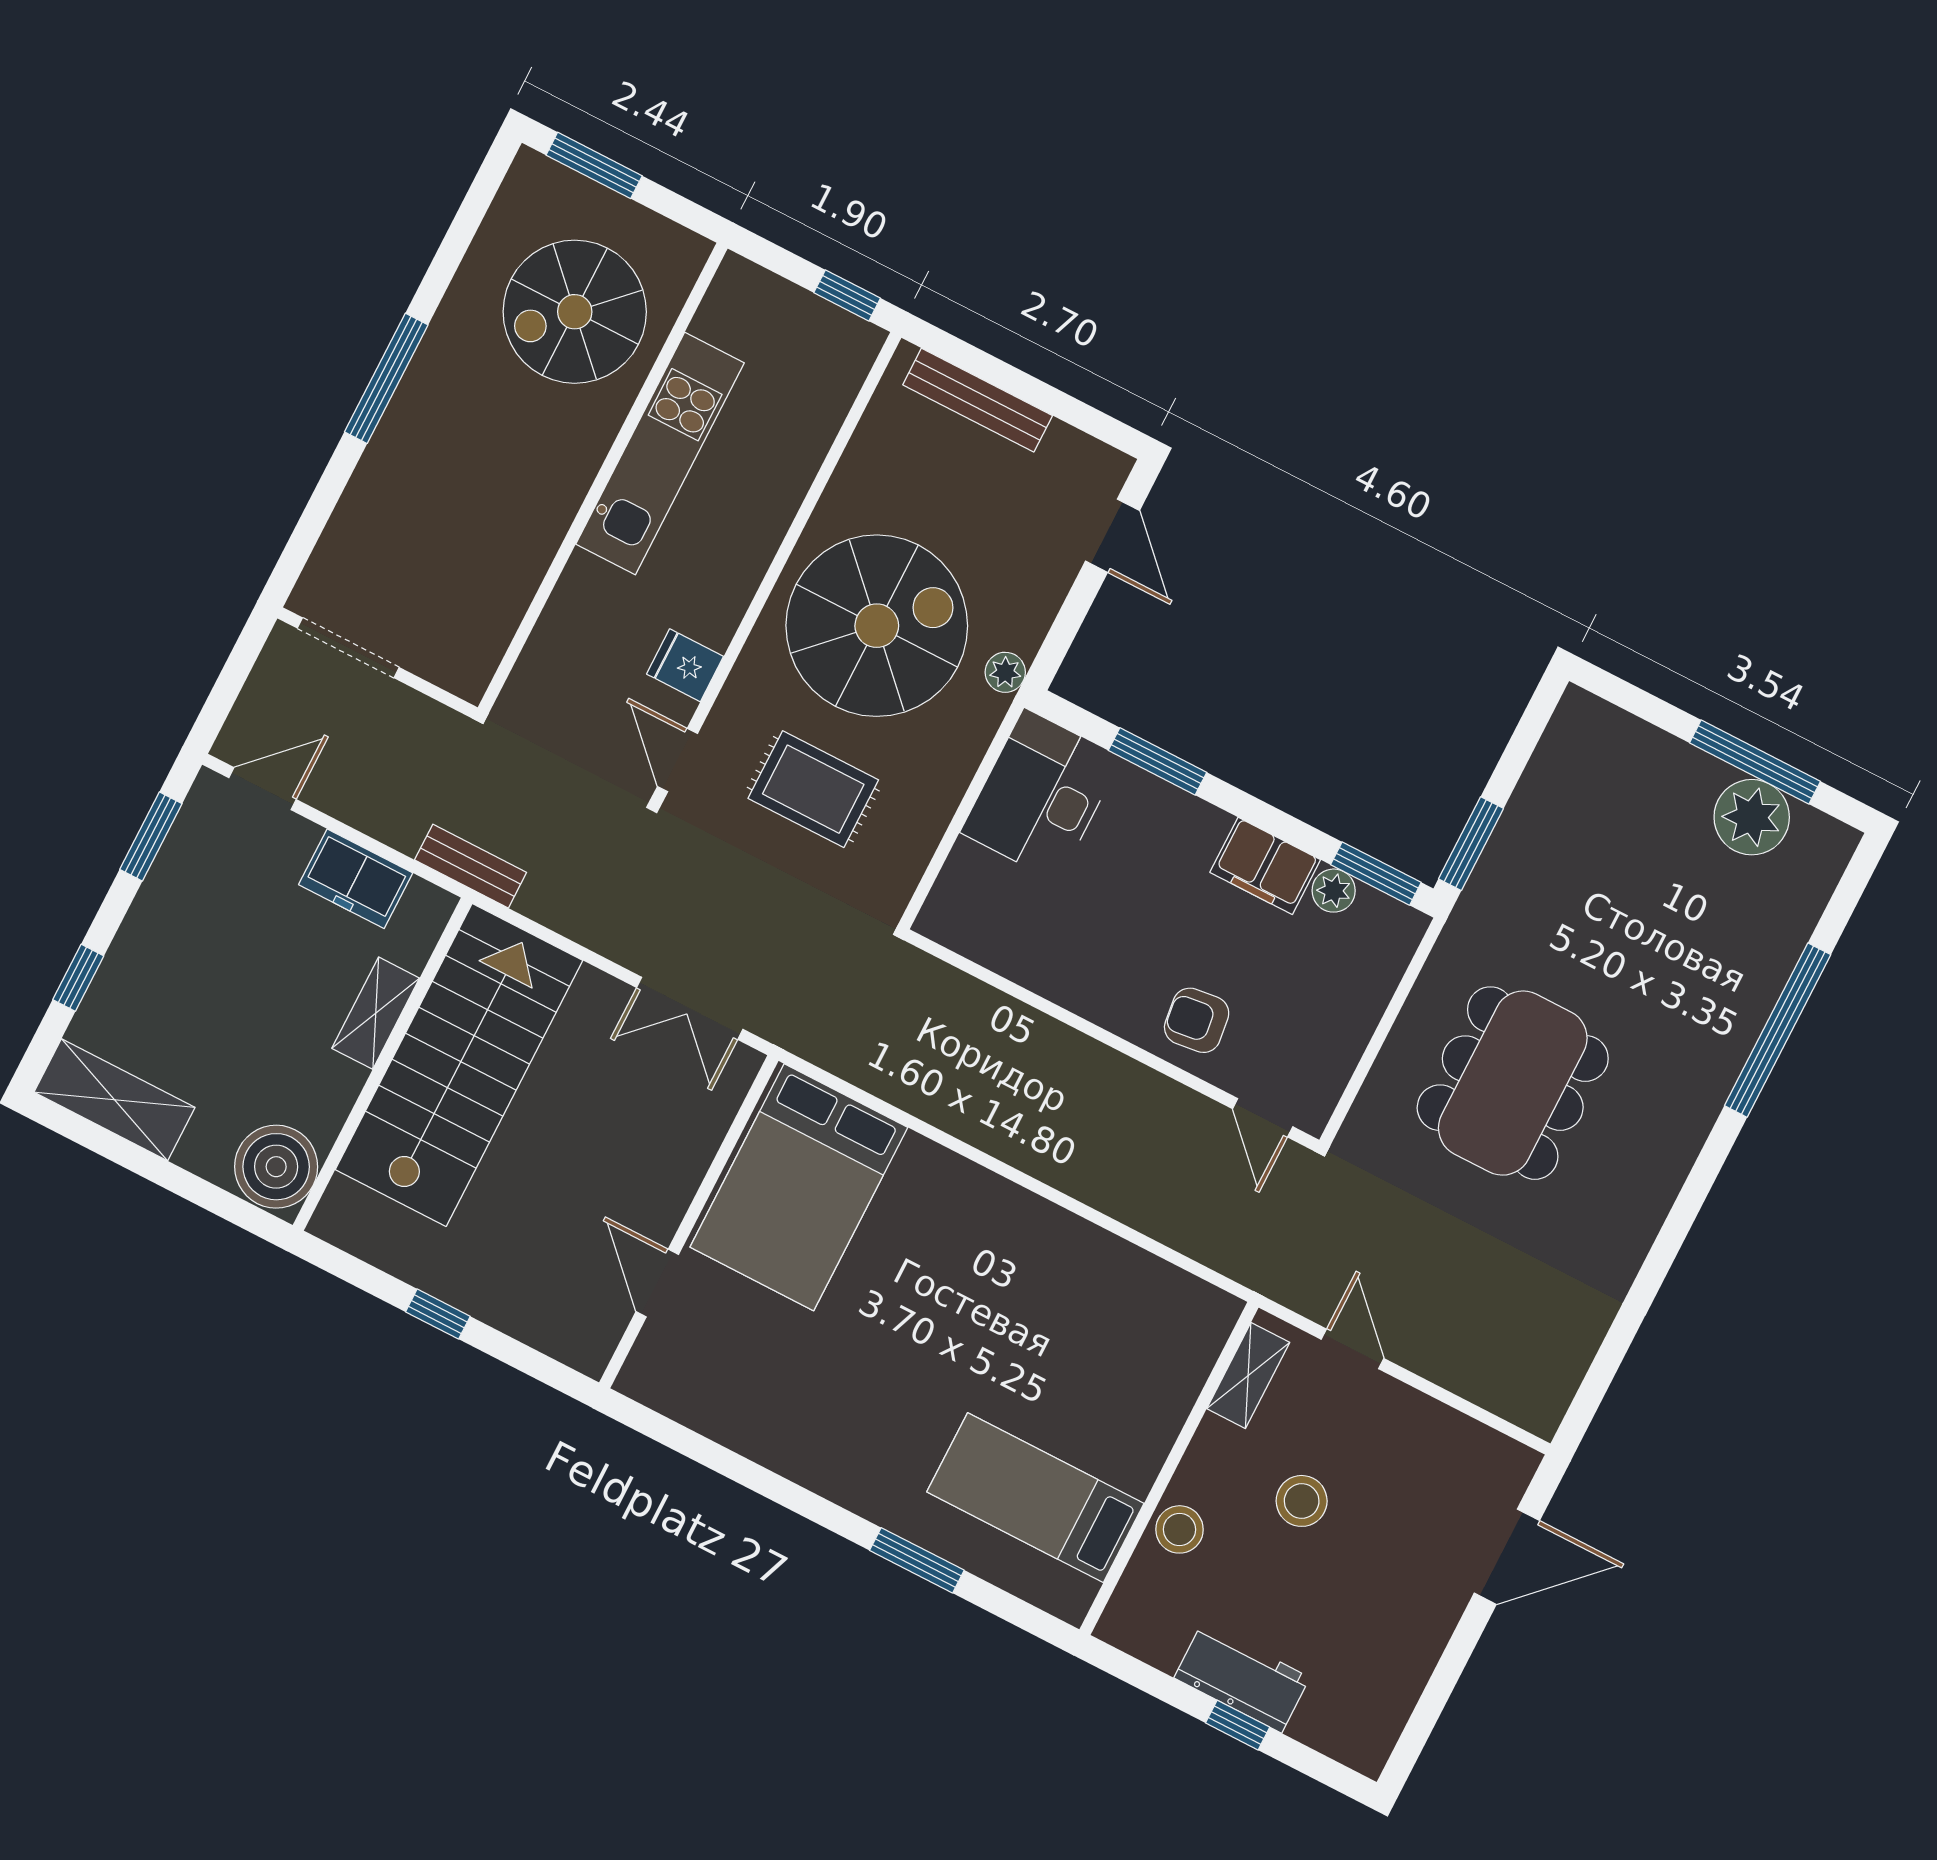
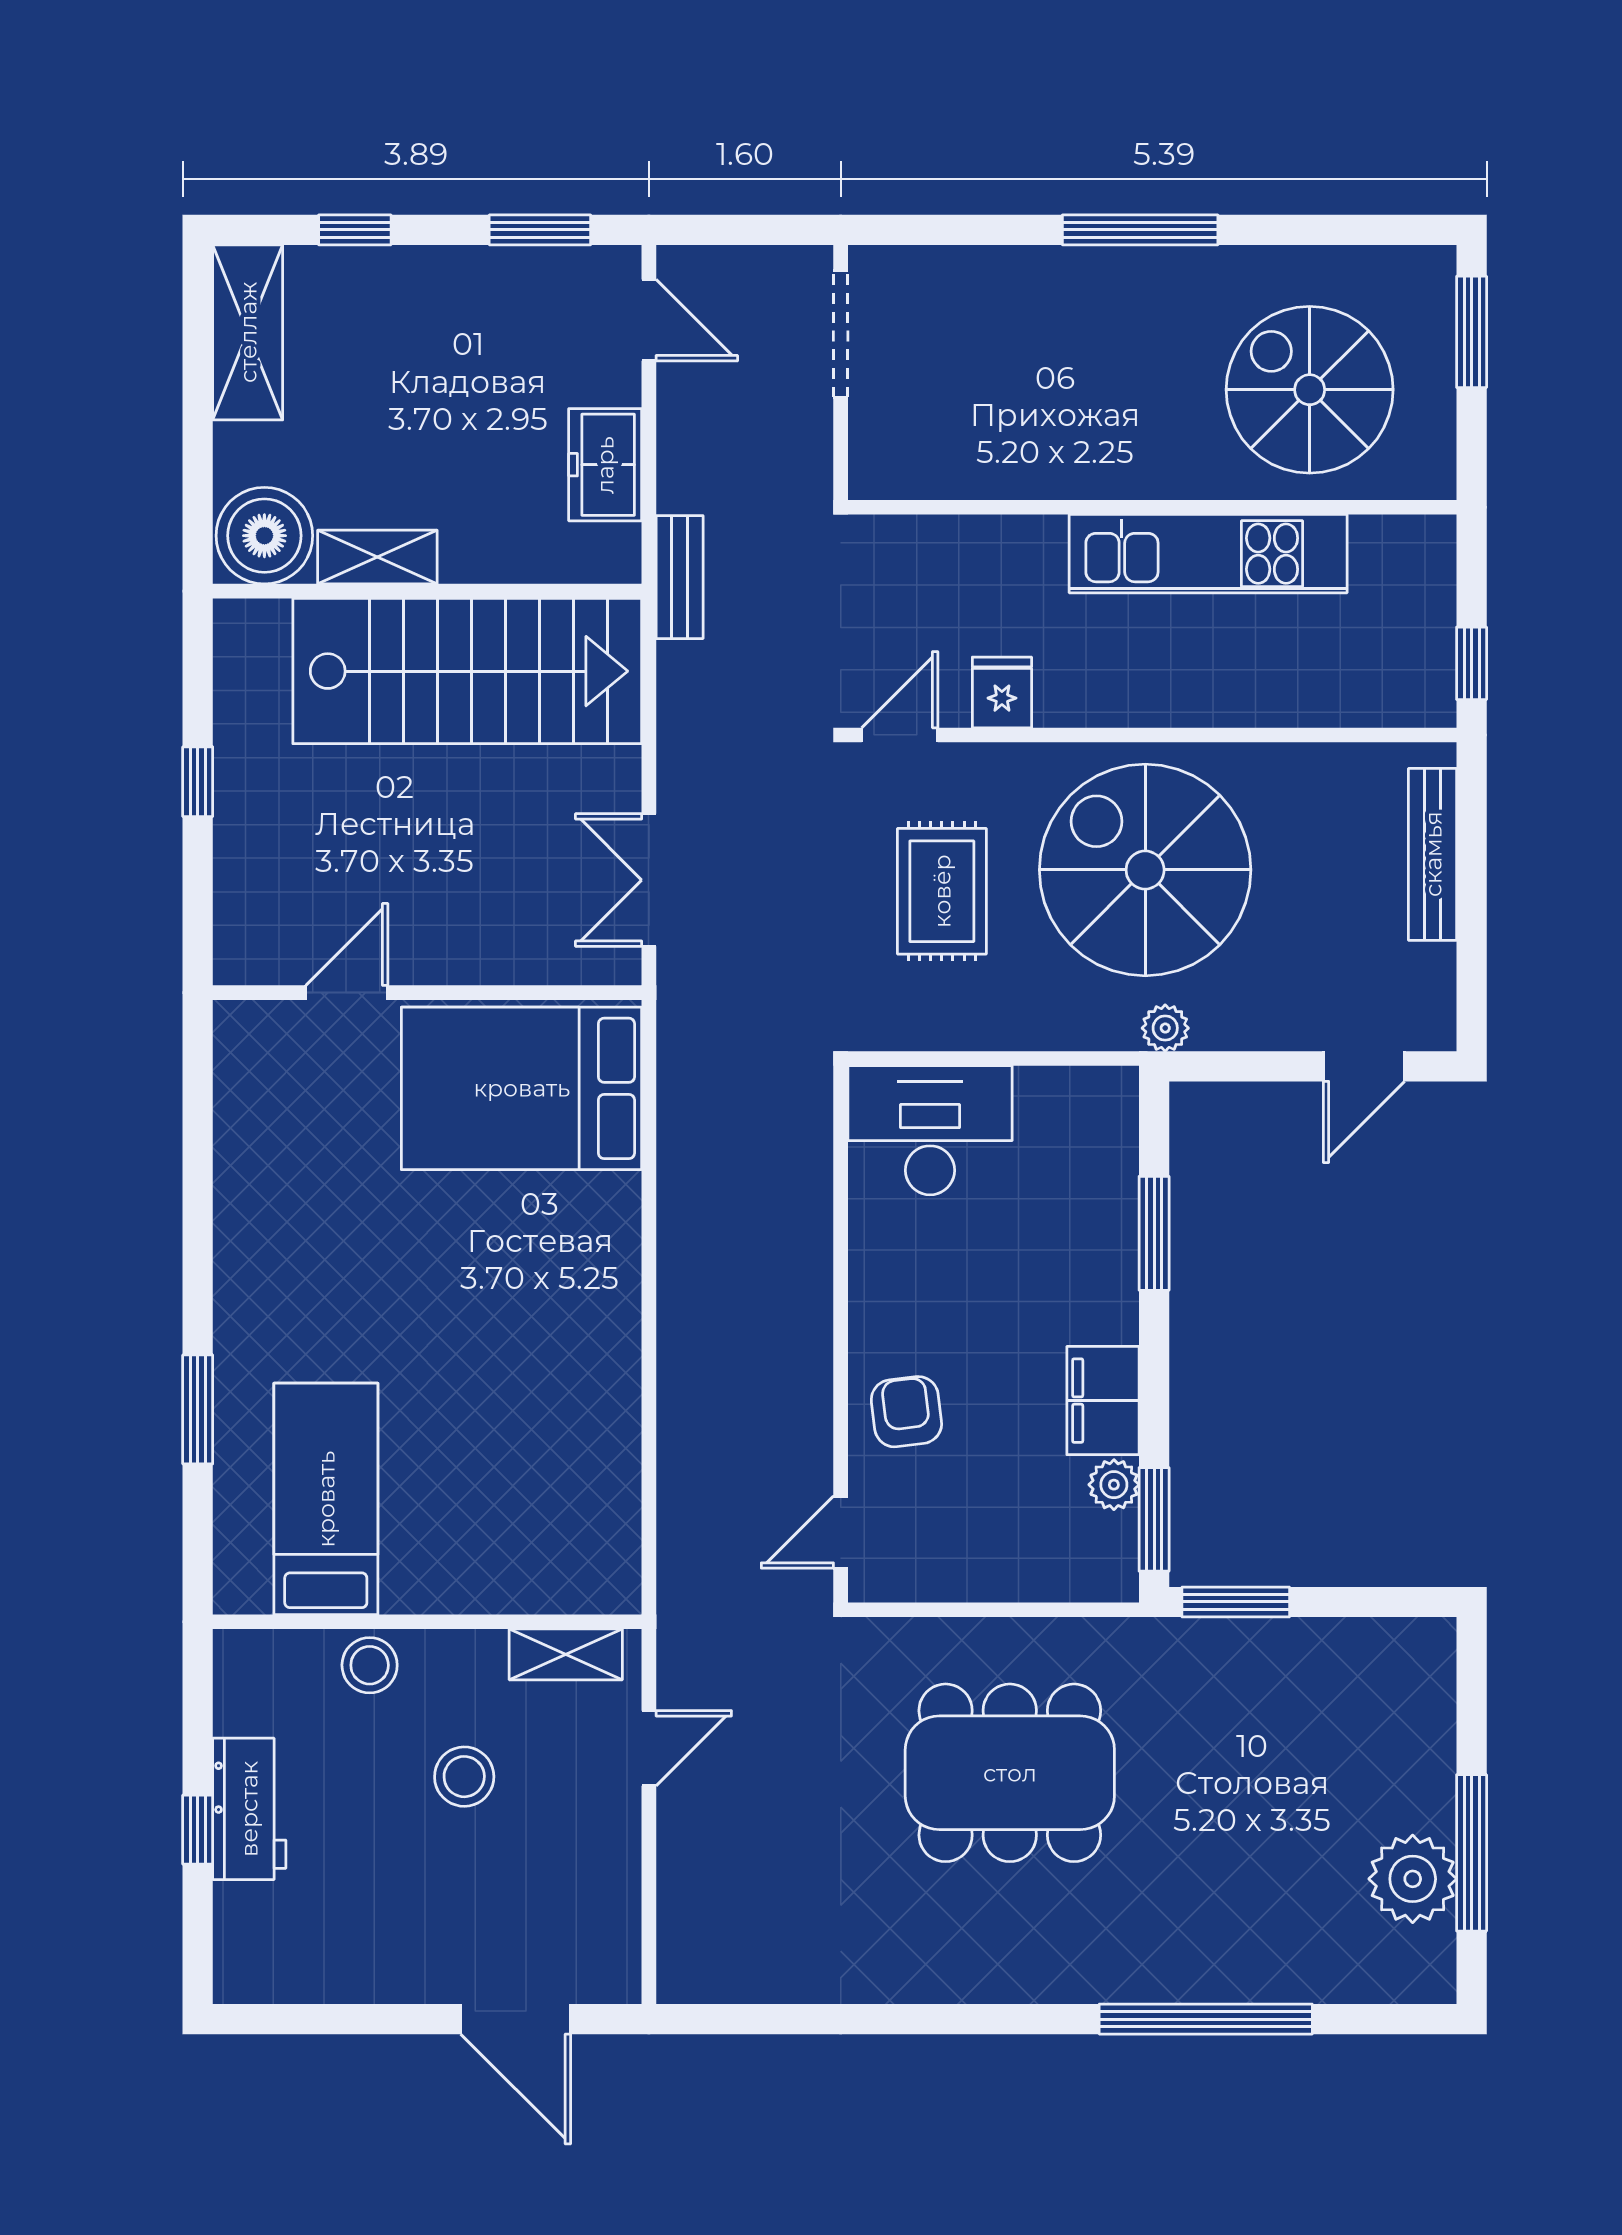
spiral stairs: (877, 626) -> (1145, 870), turned 180
desk: (1041, 795) -> (930, 1130), moved
shelving: (376, 1013) -> (377, 557), moved

